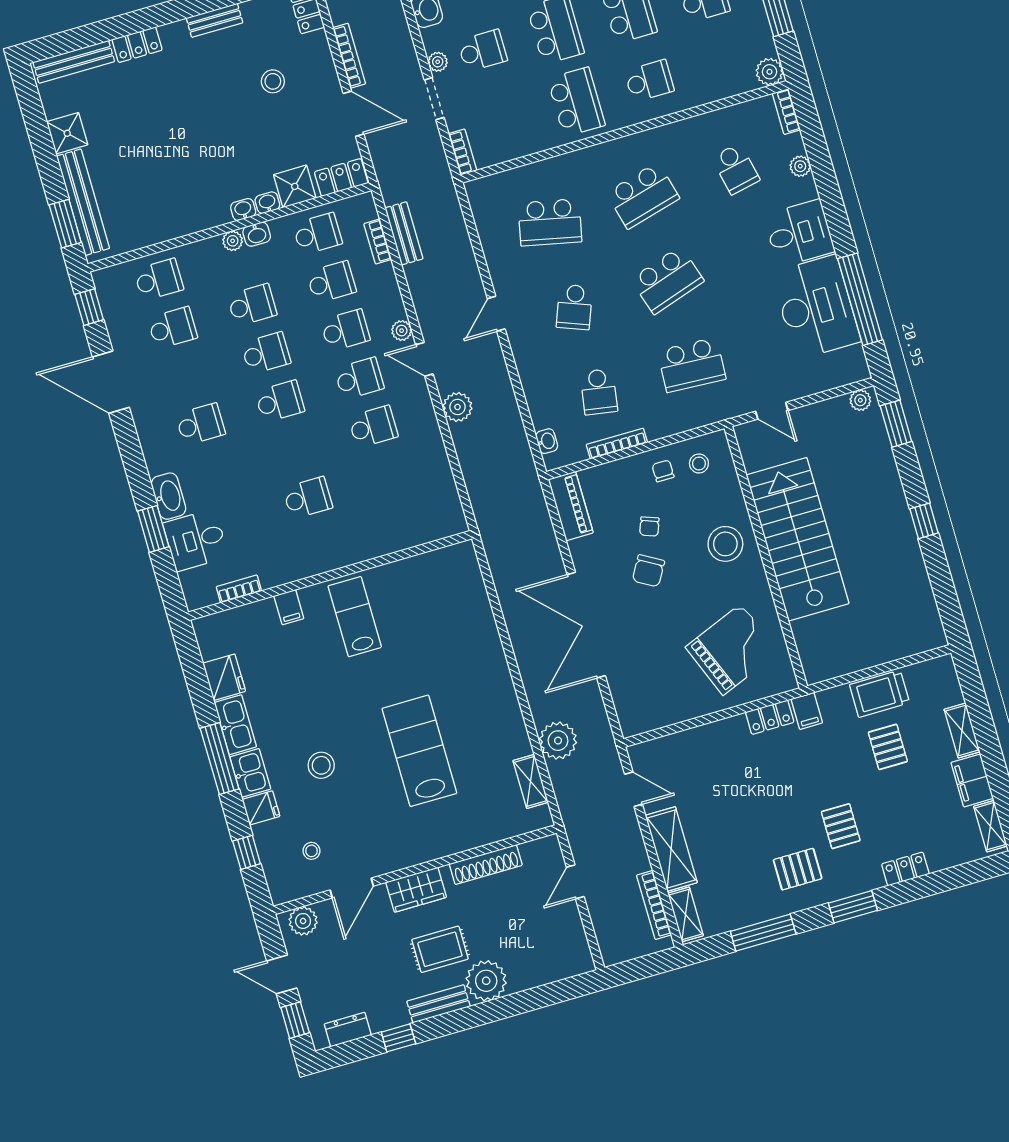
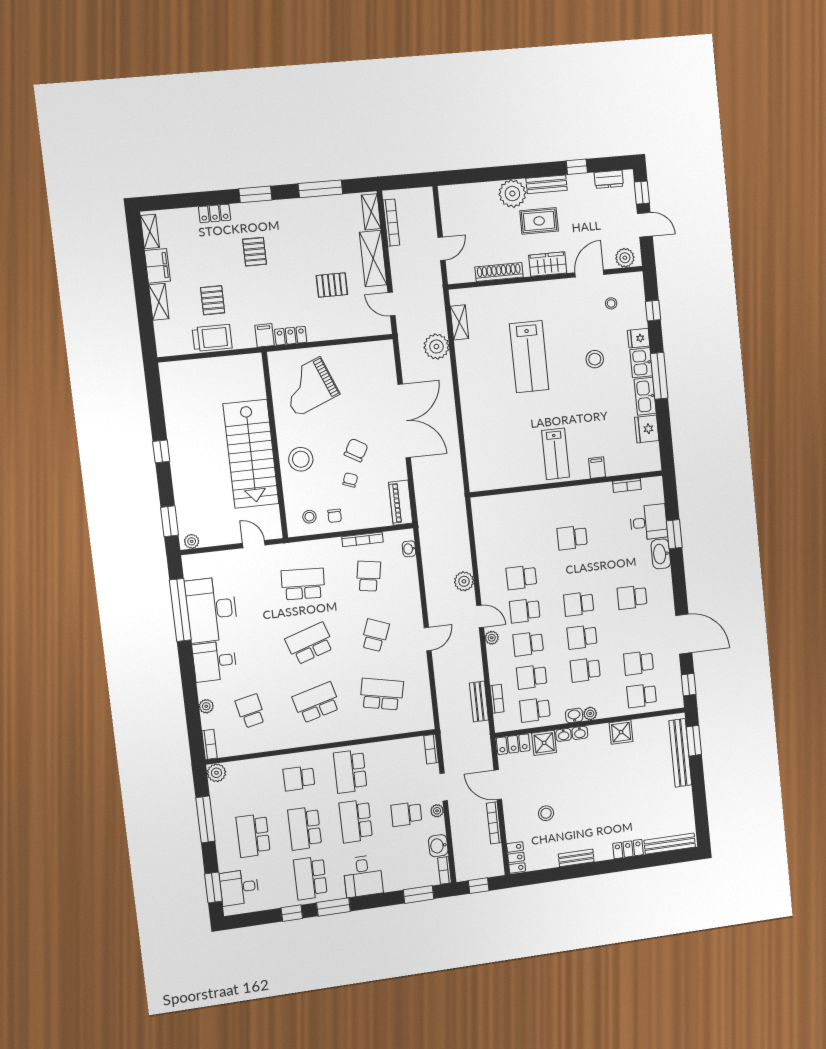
shower: (67, 133) -> (621, 732), moved
pallet: (798, 869) -> (332, 285), moved

